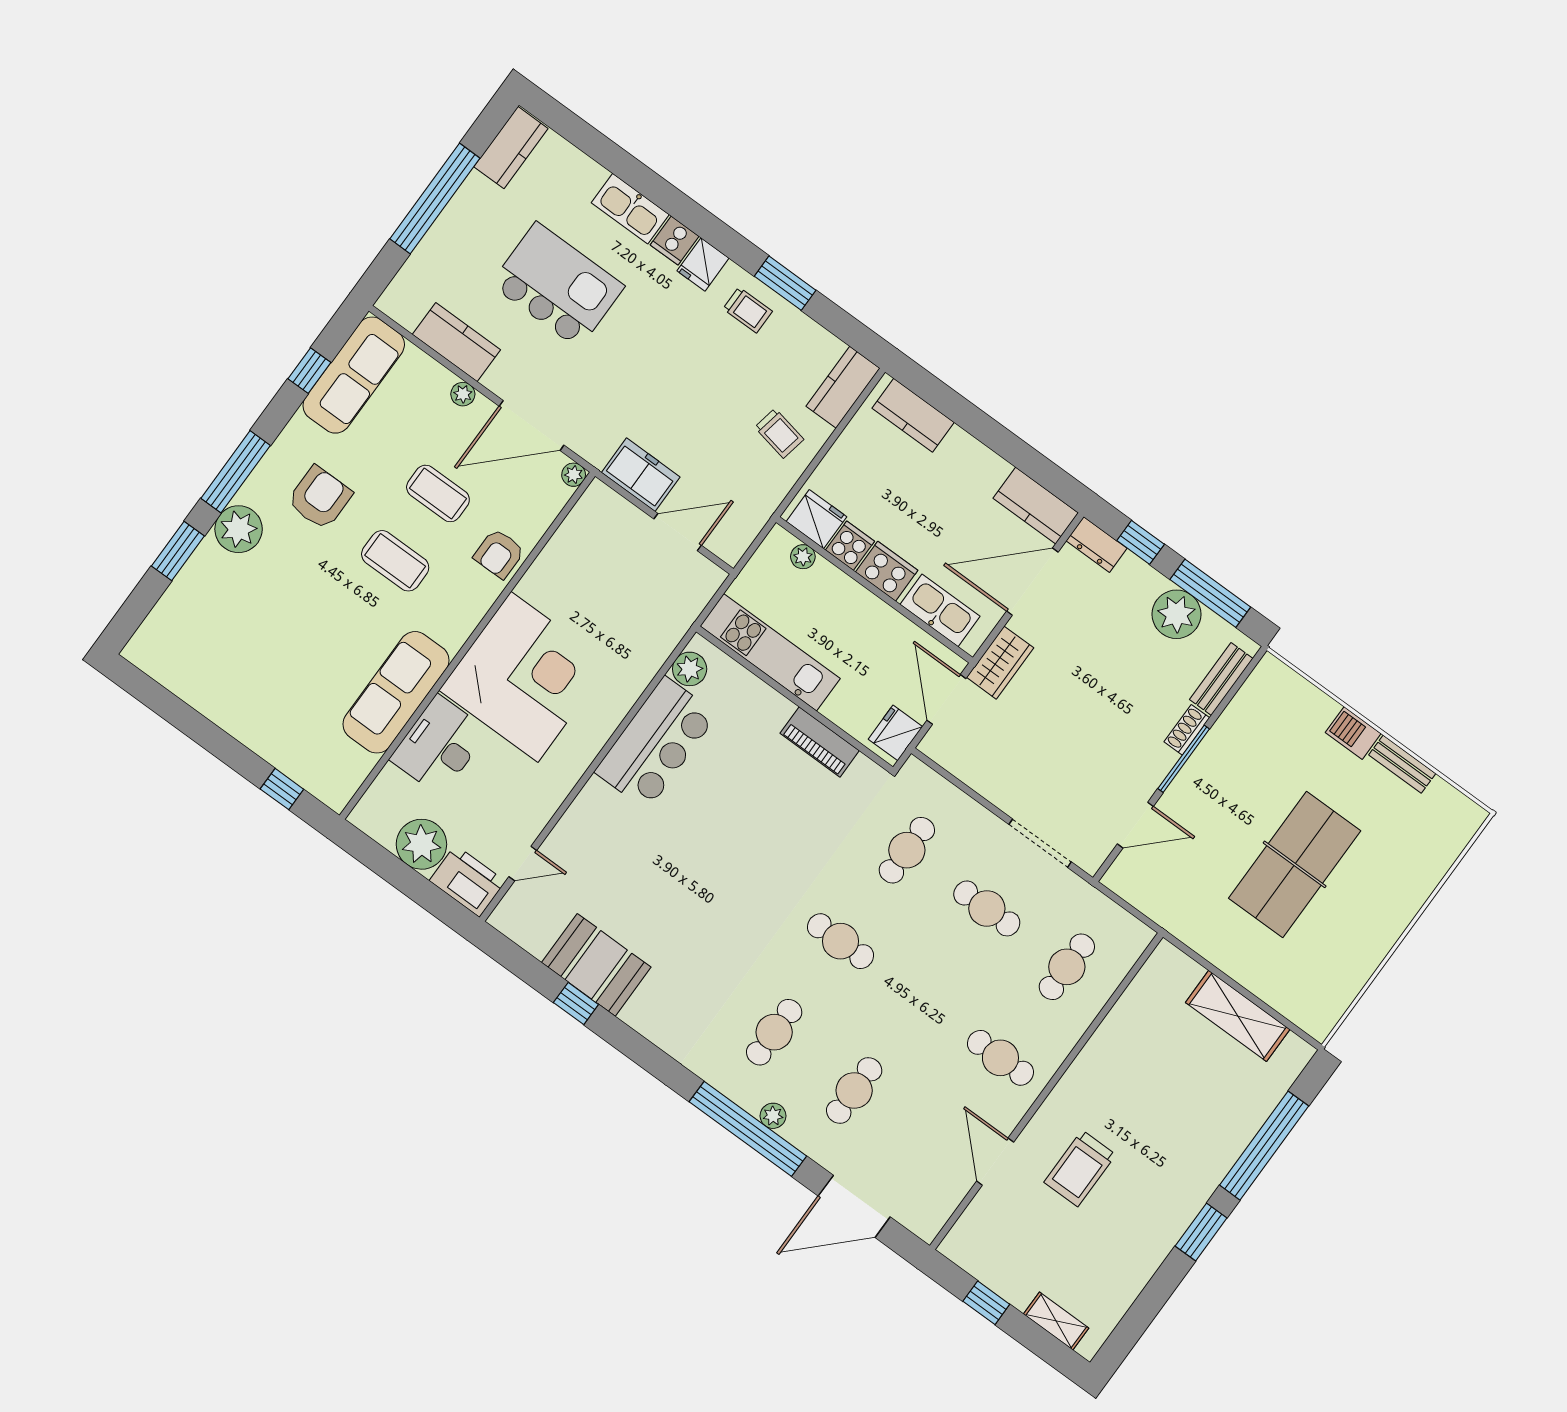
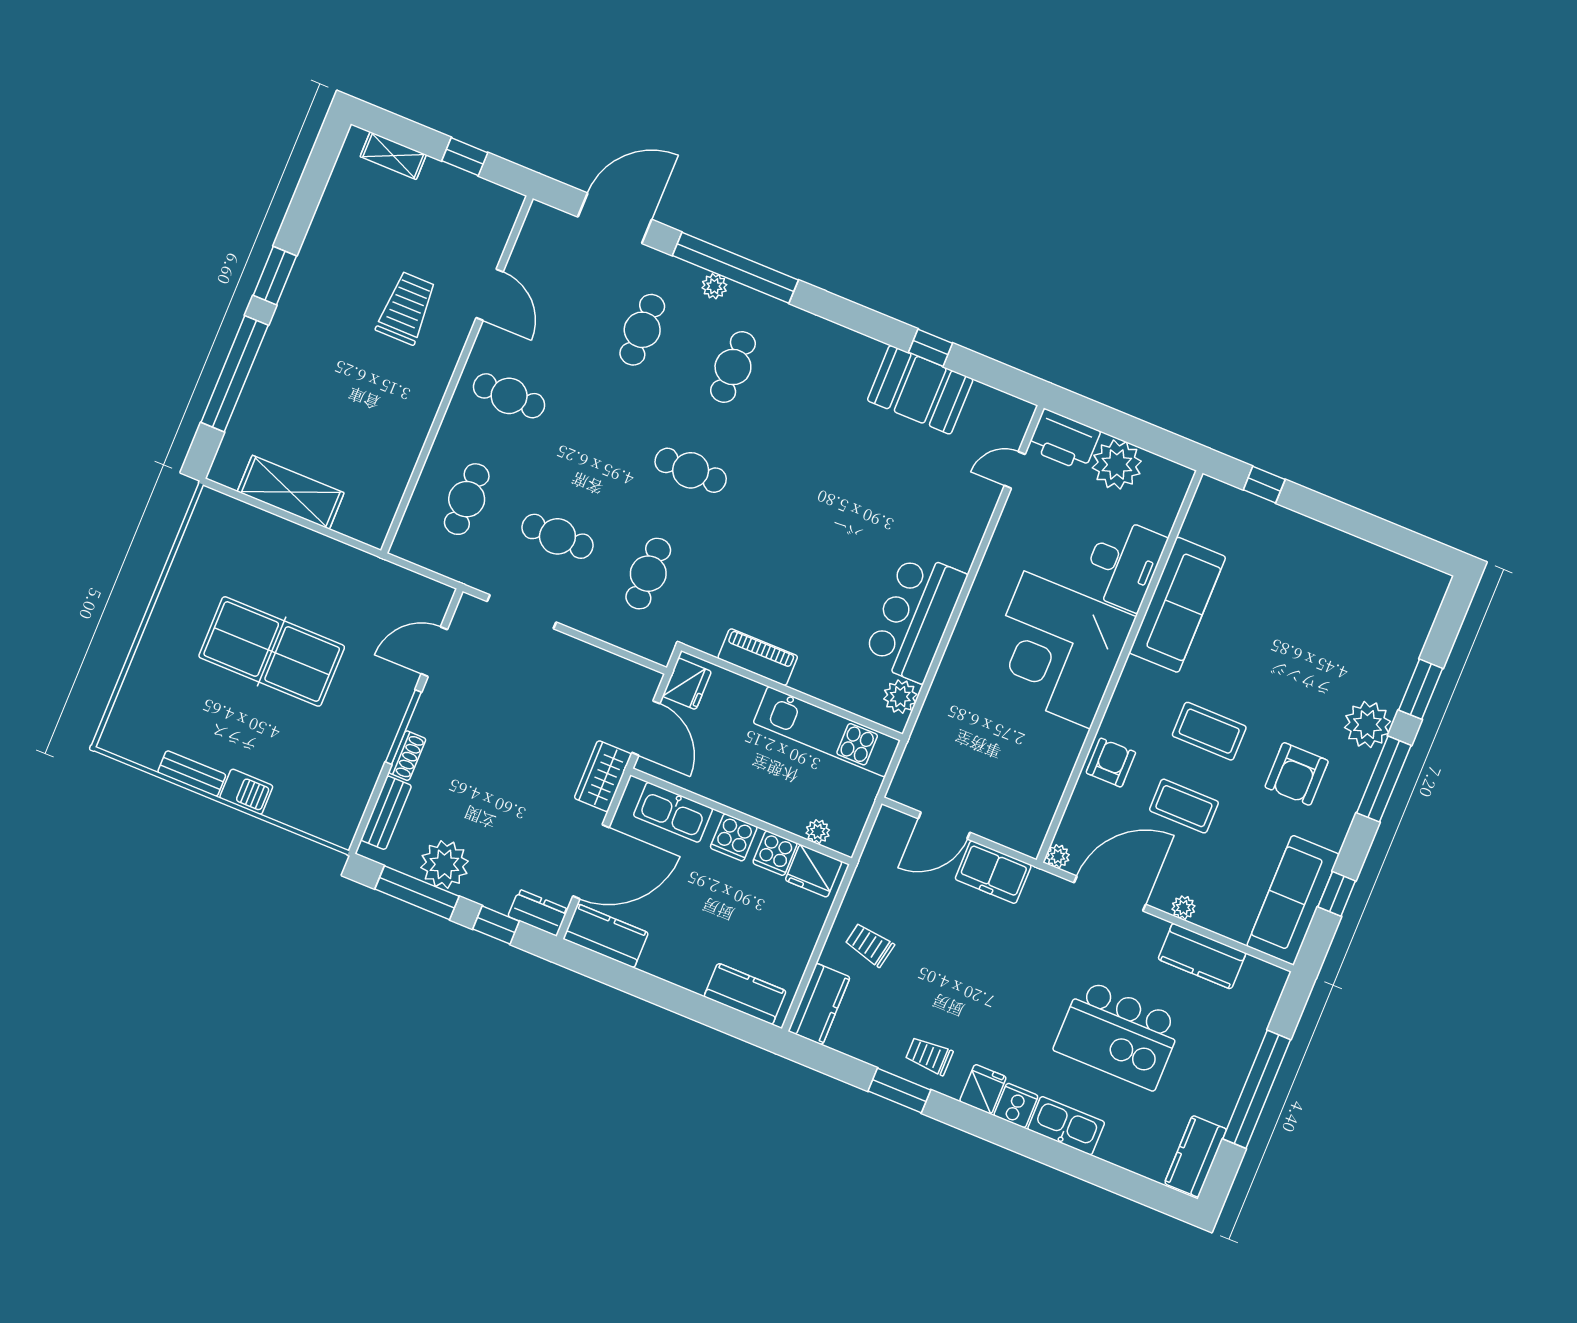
cooker: (887, 571) -> (734, 837), width x0.73
table tennis table: (1295, 864) -> (272, 651), turned 90

